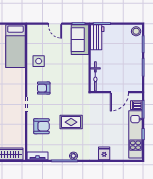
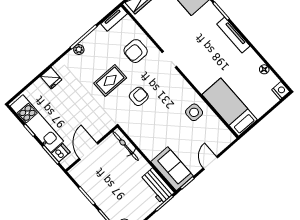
door: (55, 24) -> (210, 163), hinge flipped
armchair: (44, 88) -> (139, 96), moved

